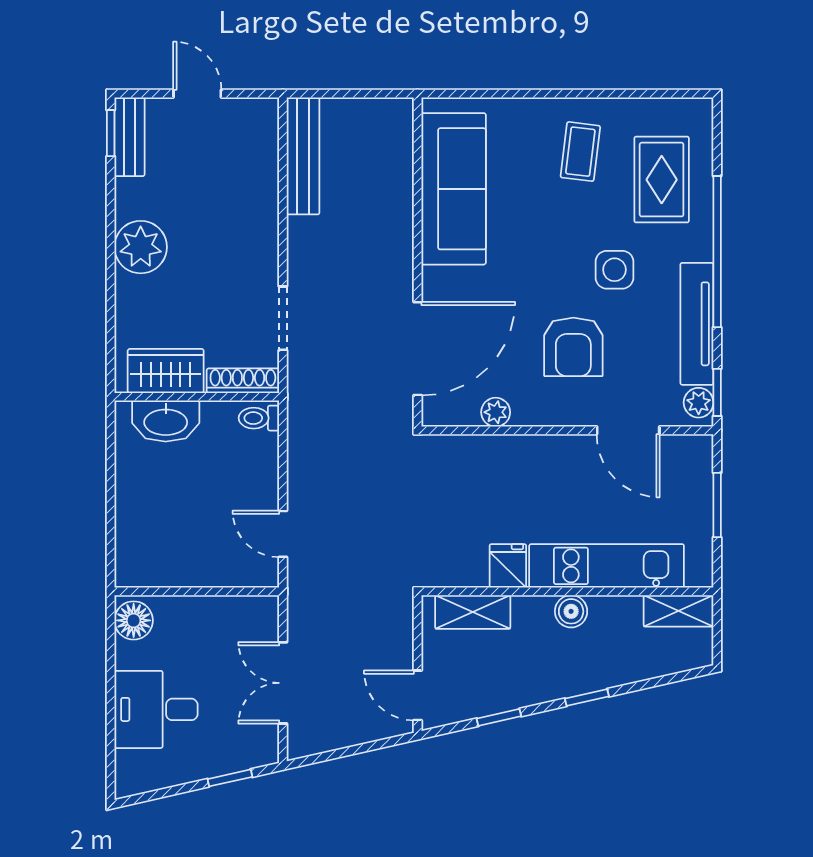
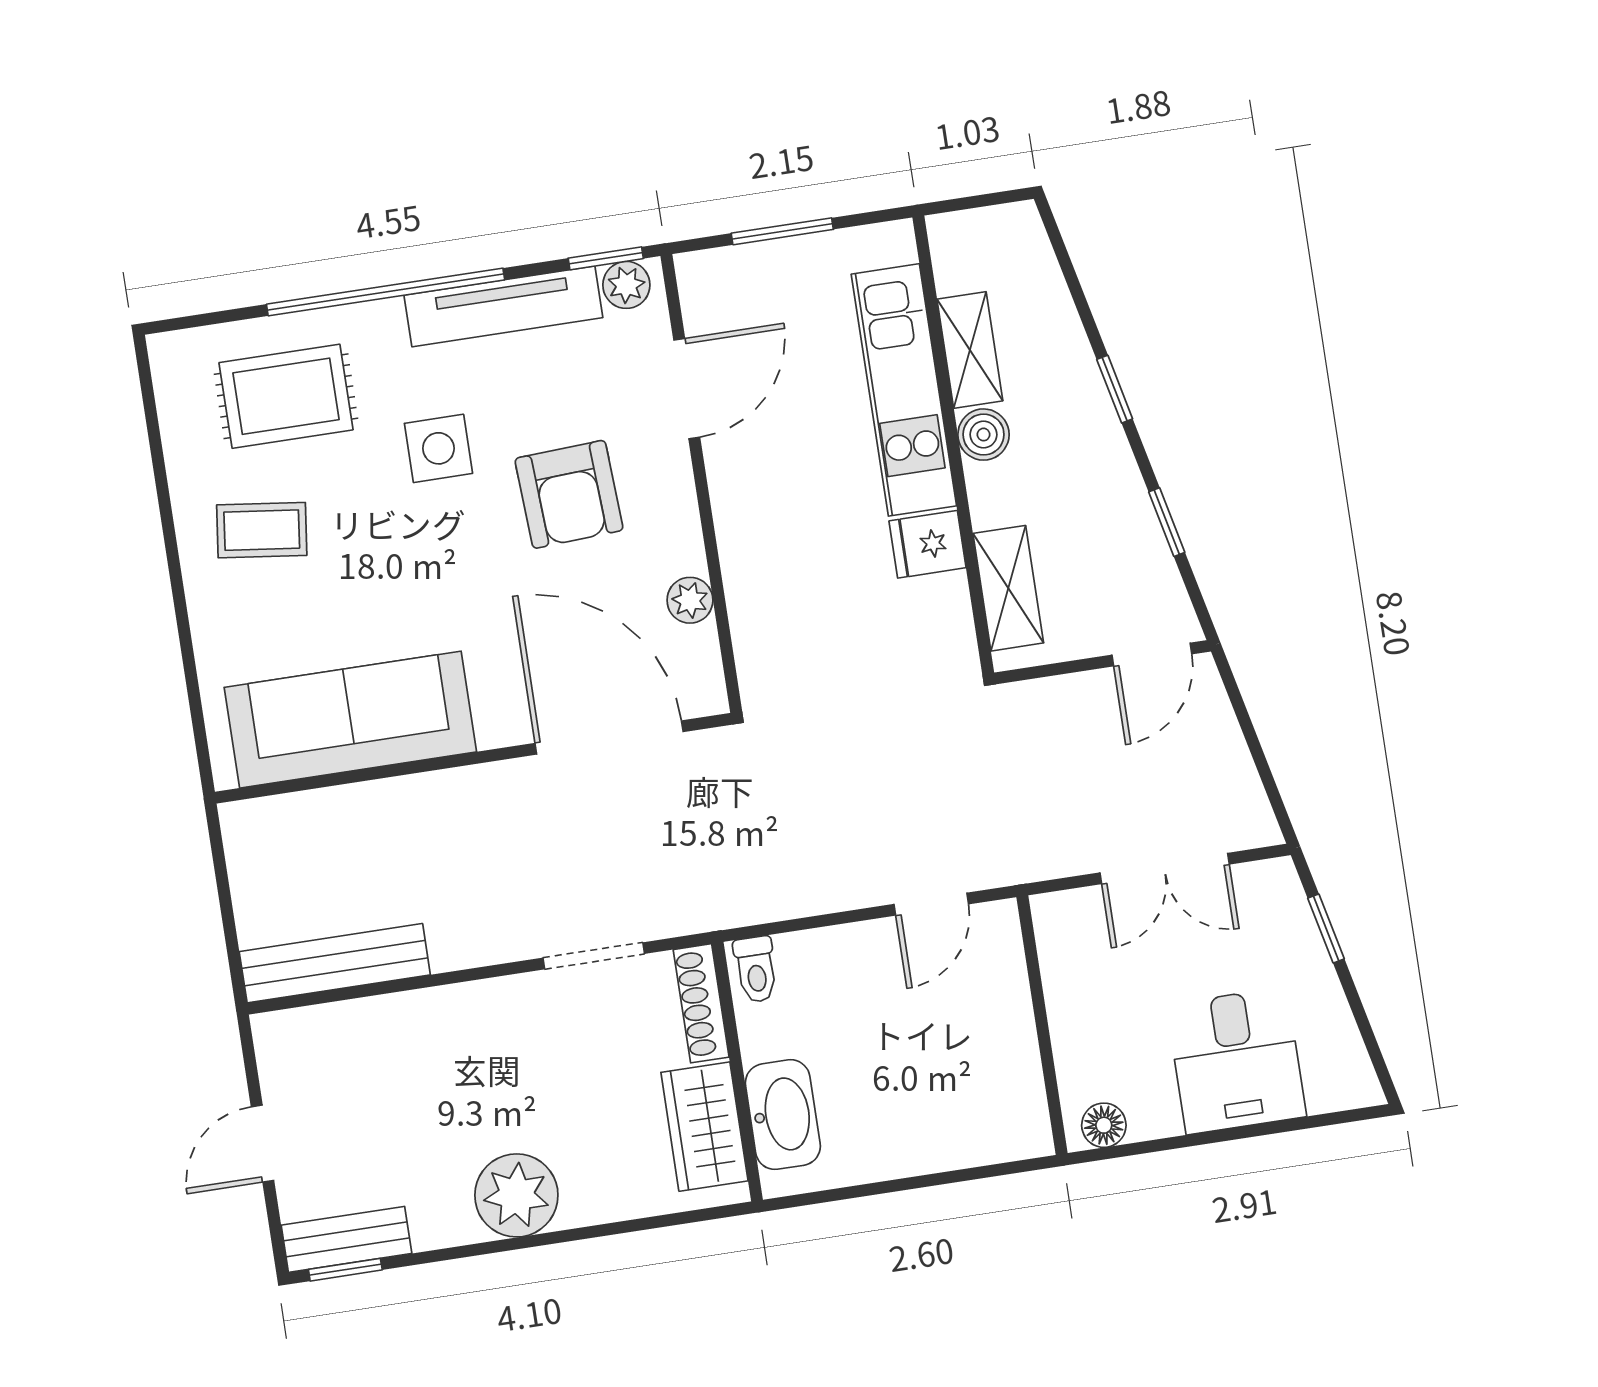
armchair: (573, 347) -> (569, 494), turned 87
shelving: (678, 611) -> (970, 350), moved
floor lamp: (134, 620) -> (1104, 1125), width x0.73, depth x0.73

